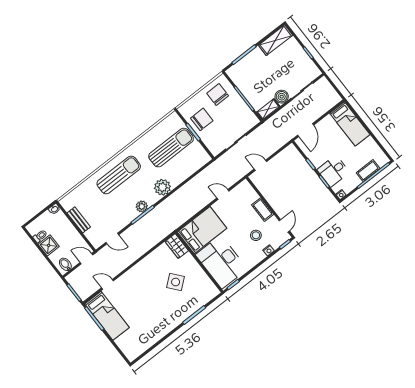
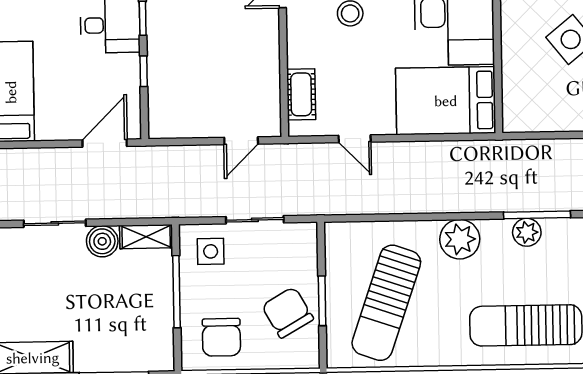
chair: (202, 119) -> (288, 312), turned 60
side table: (243, 121) -> (211, 251), added
sun lounger: (171, 148) -> (386, 303), turned -71
door: (260, 165) -> (241, 141), hinge flipped
cot: (263, 210) -> (301, 94), moved
wardrobe: (177, 246) -> (517, 106), removed

